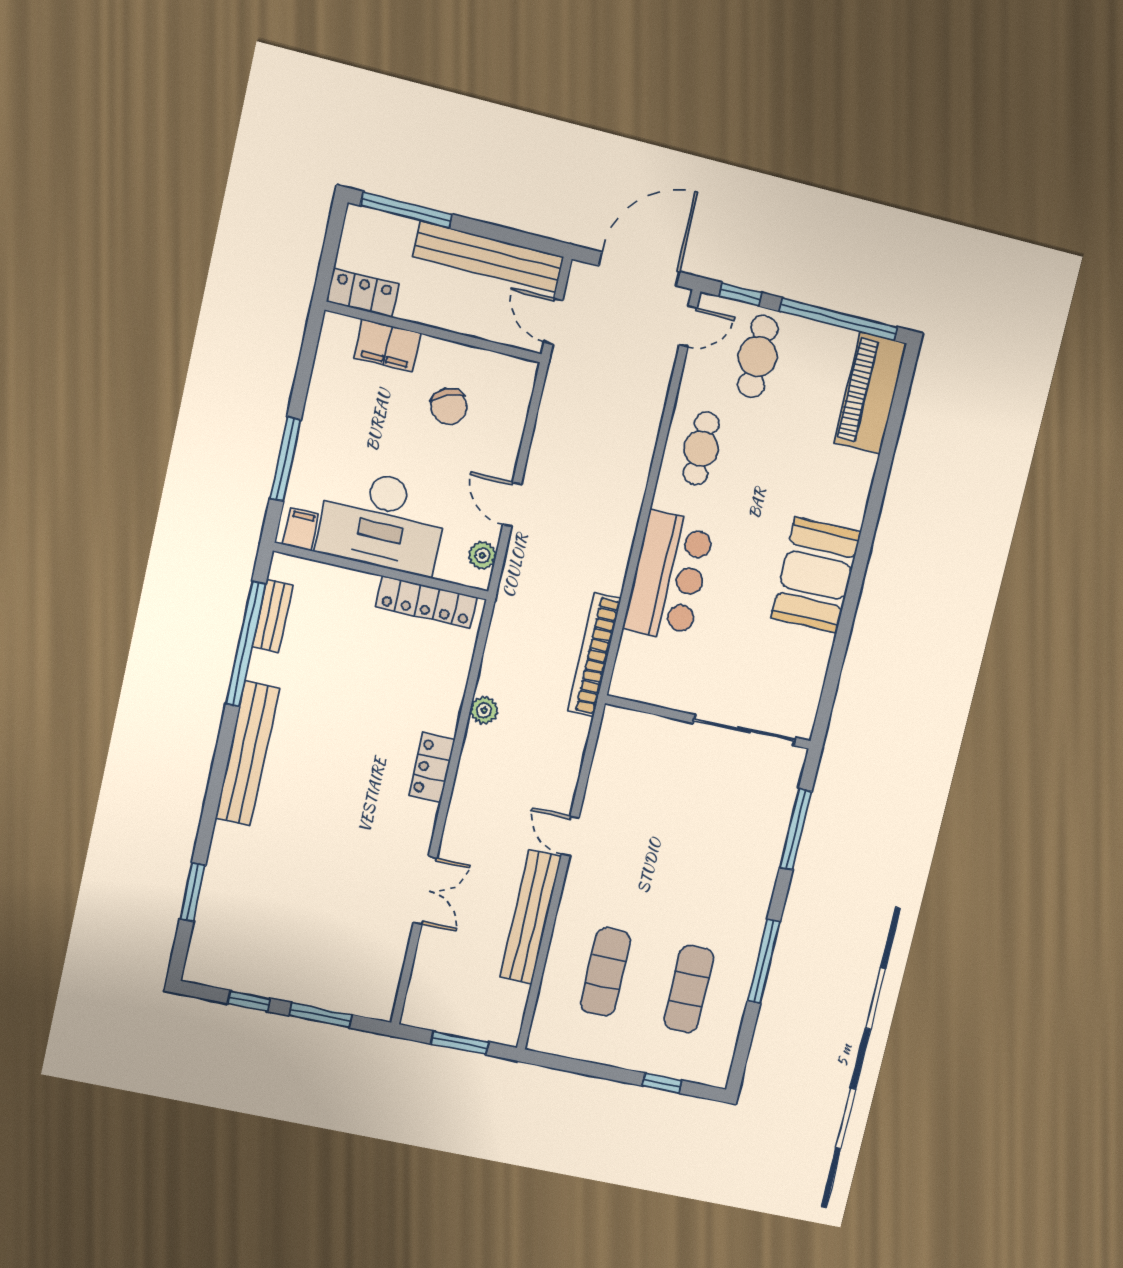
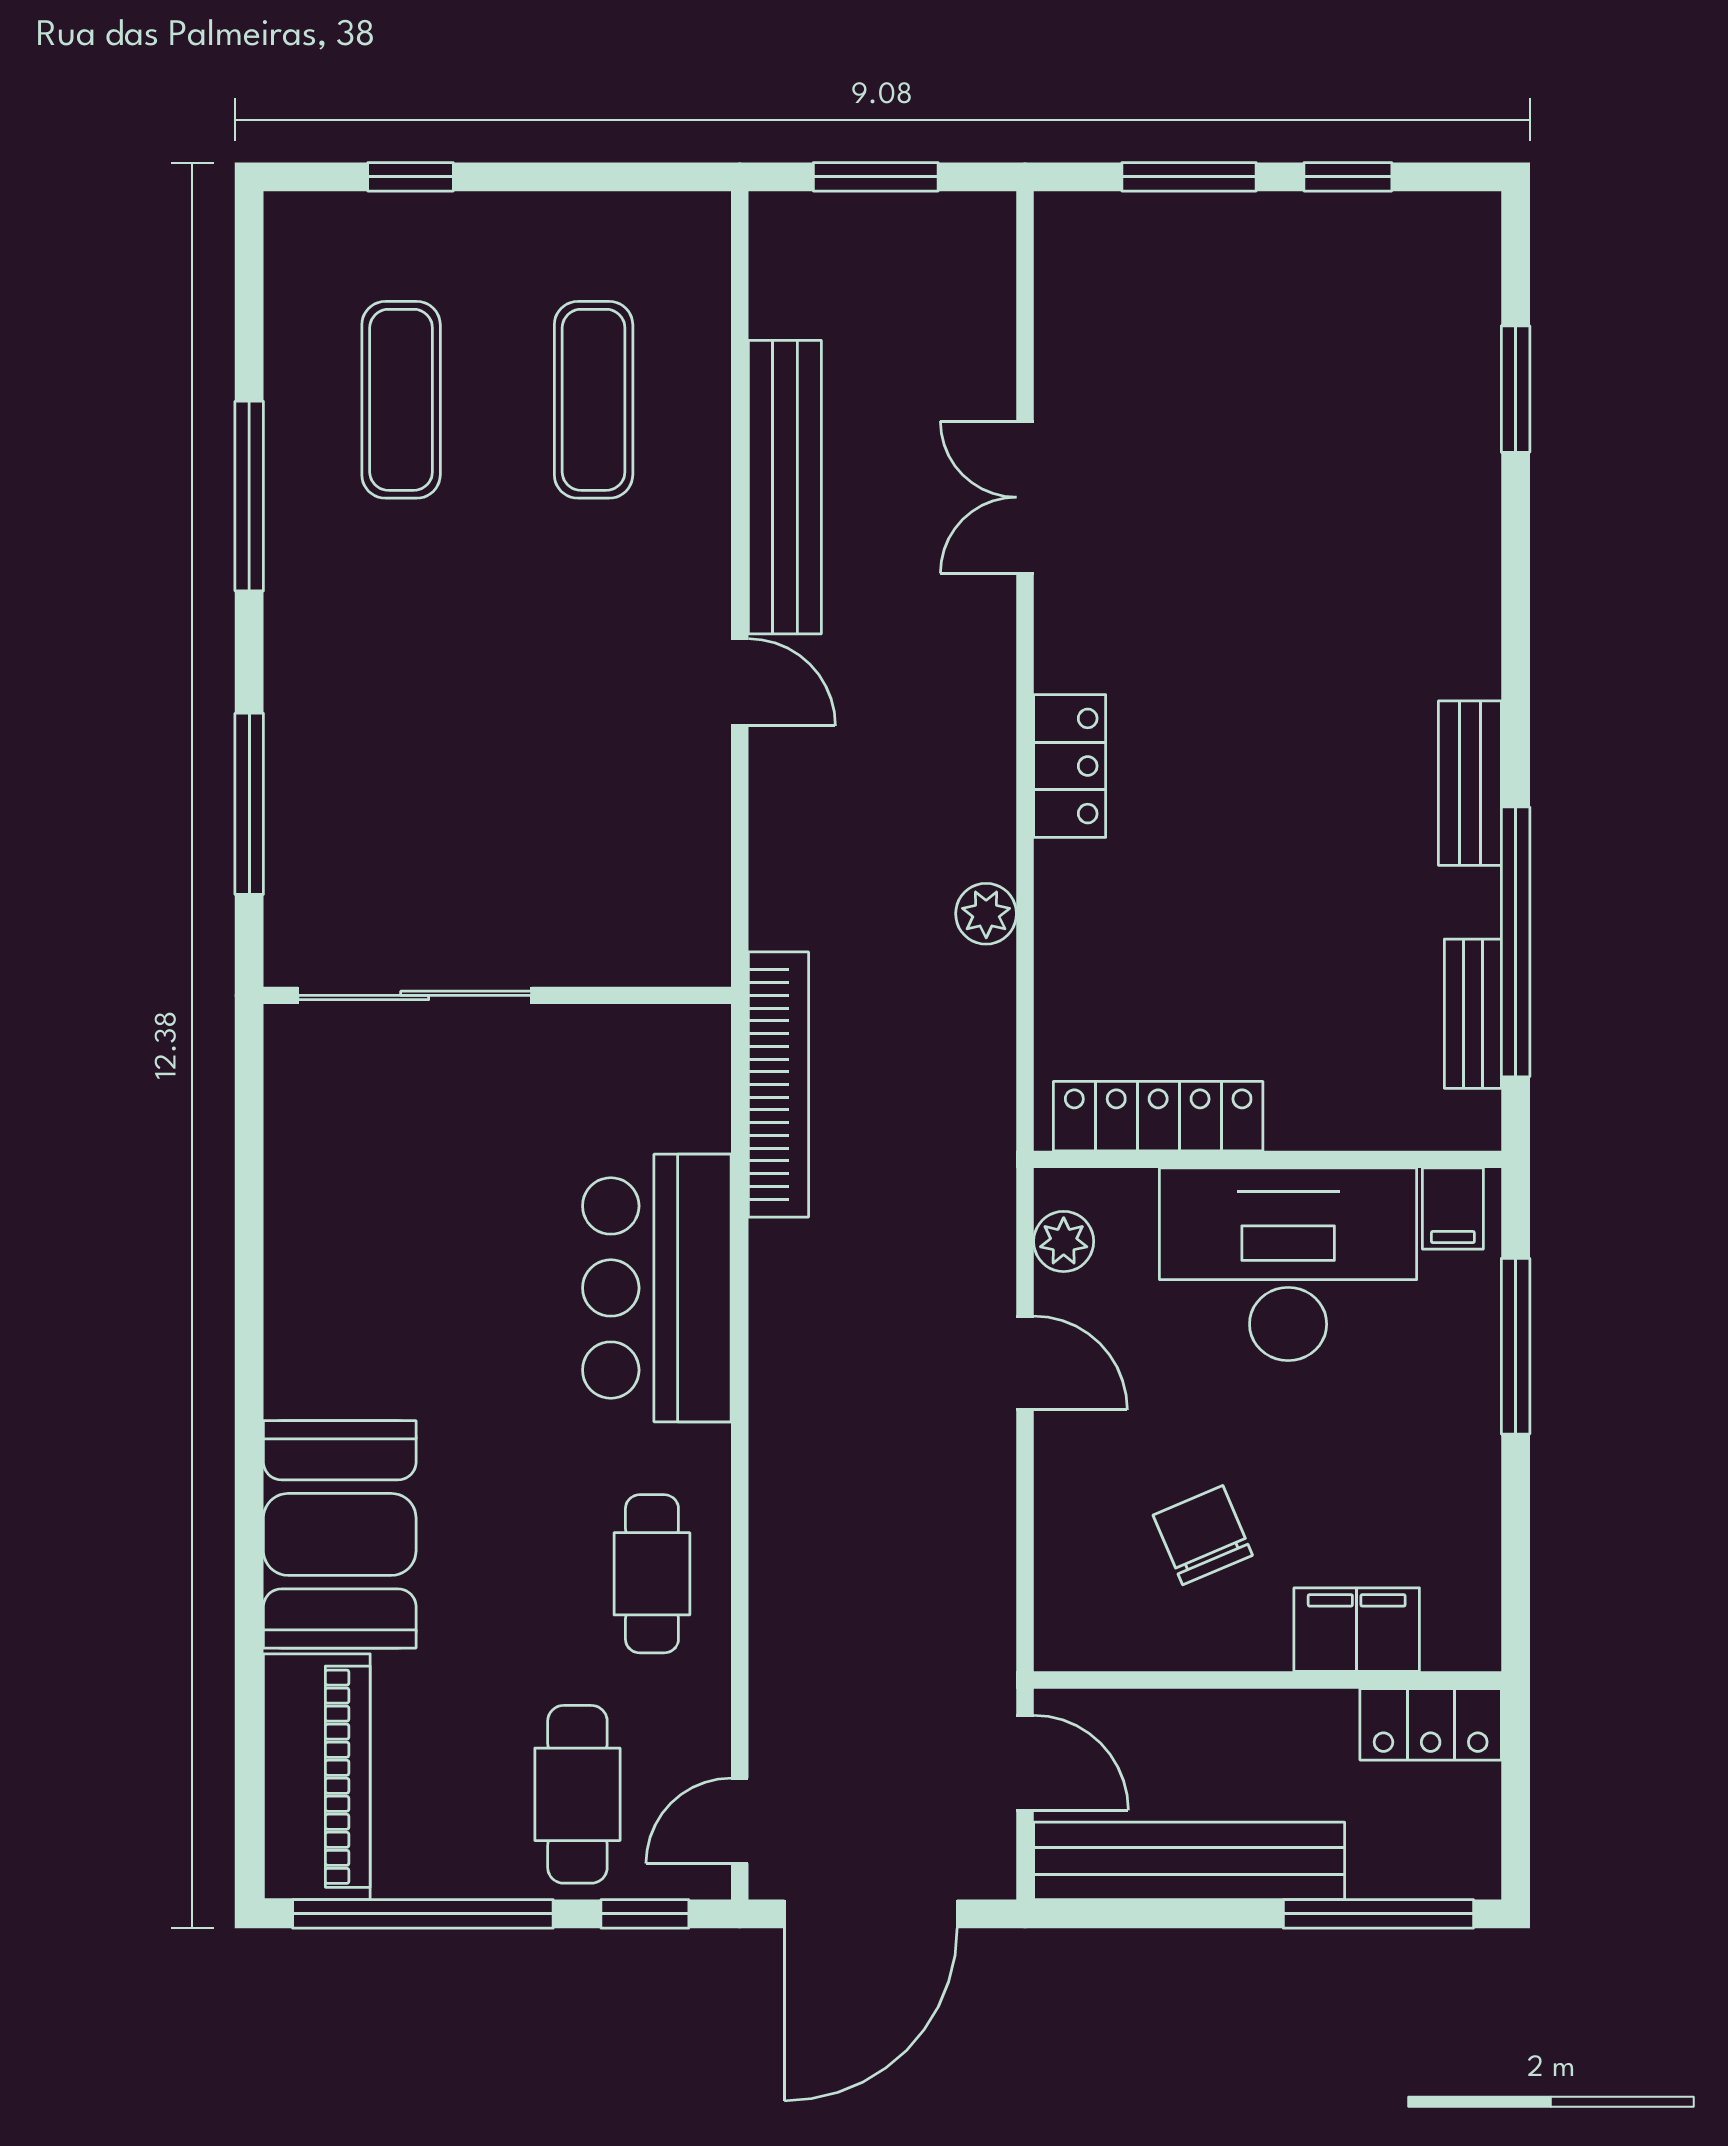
booth: (816, 575) -> (340, 1534), moved
bench: (248, 753) -> (1470, 783), width x0.54, depth x0.82

